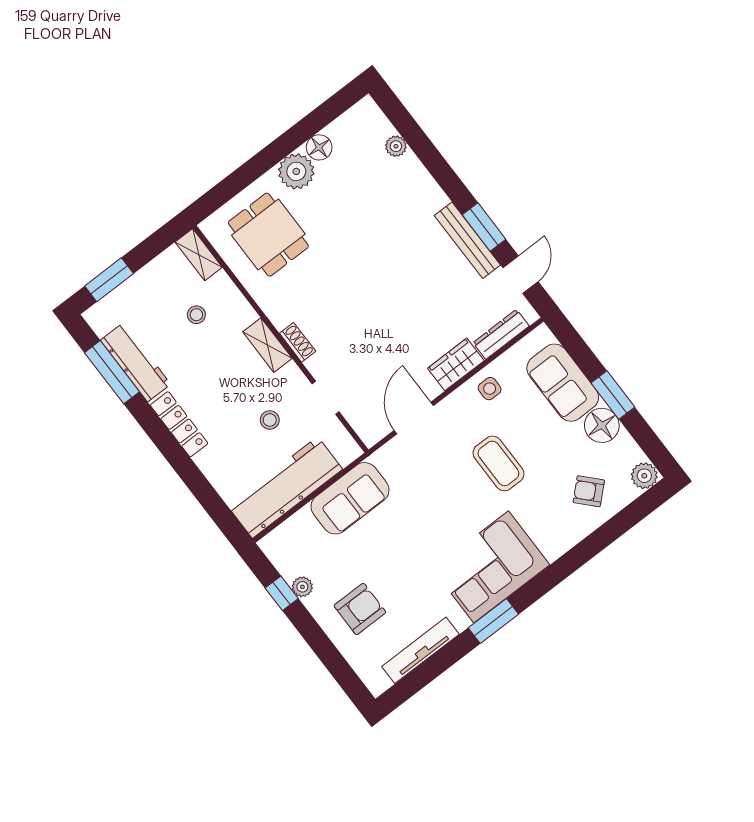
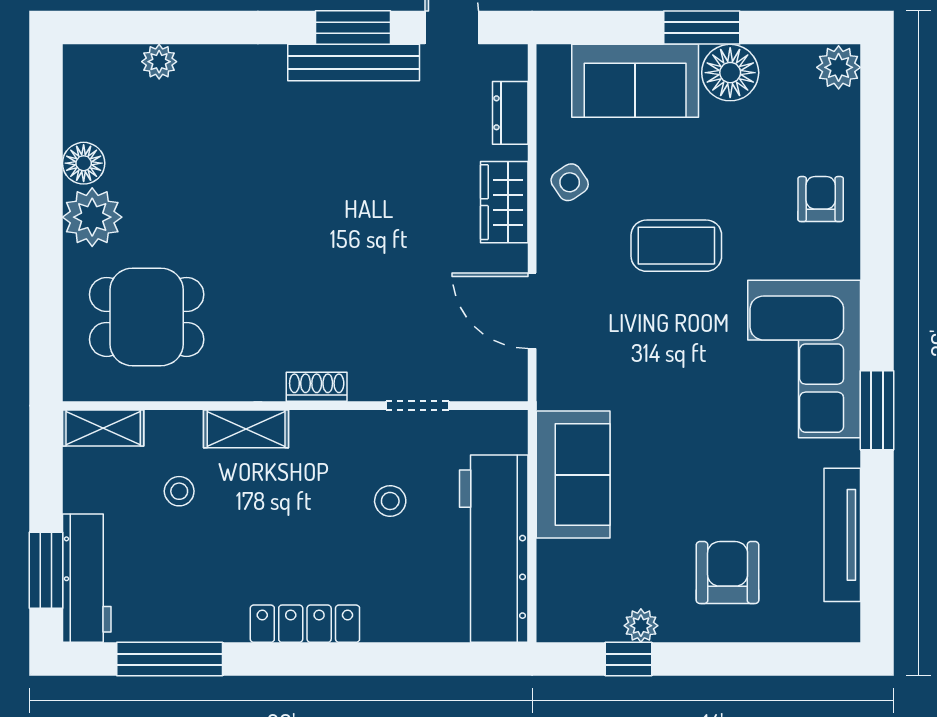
dresser: (501, 334) -> (510, 113), width x0.70
shelving: (267, 345) -> (246, 429), moved
workbench: (136, 362) -> (87, 578), moved, turned 90
side table: (490, 389) -> (570, 182), turned -34
armchair: (589, 491) -> (821, 199), moved, turned 133

